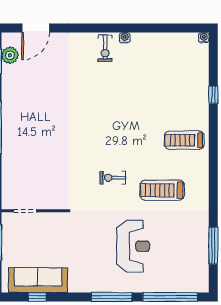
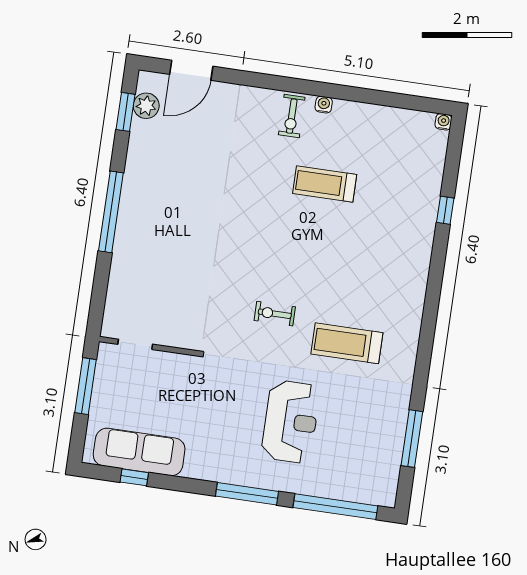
treadmill: (184, 140) -> (325, 184), moved

